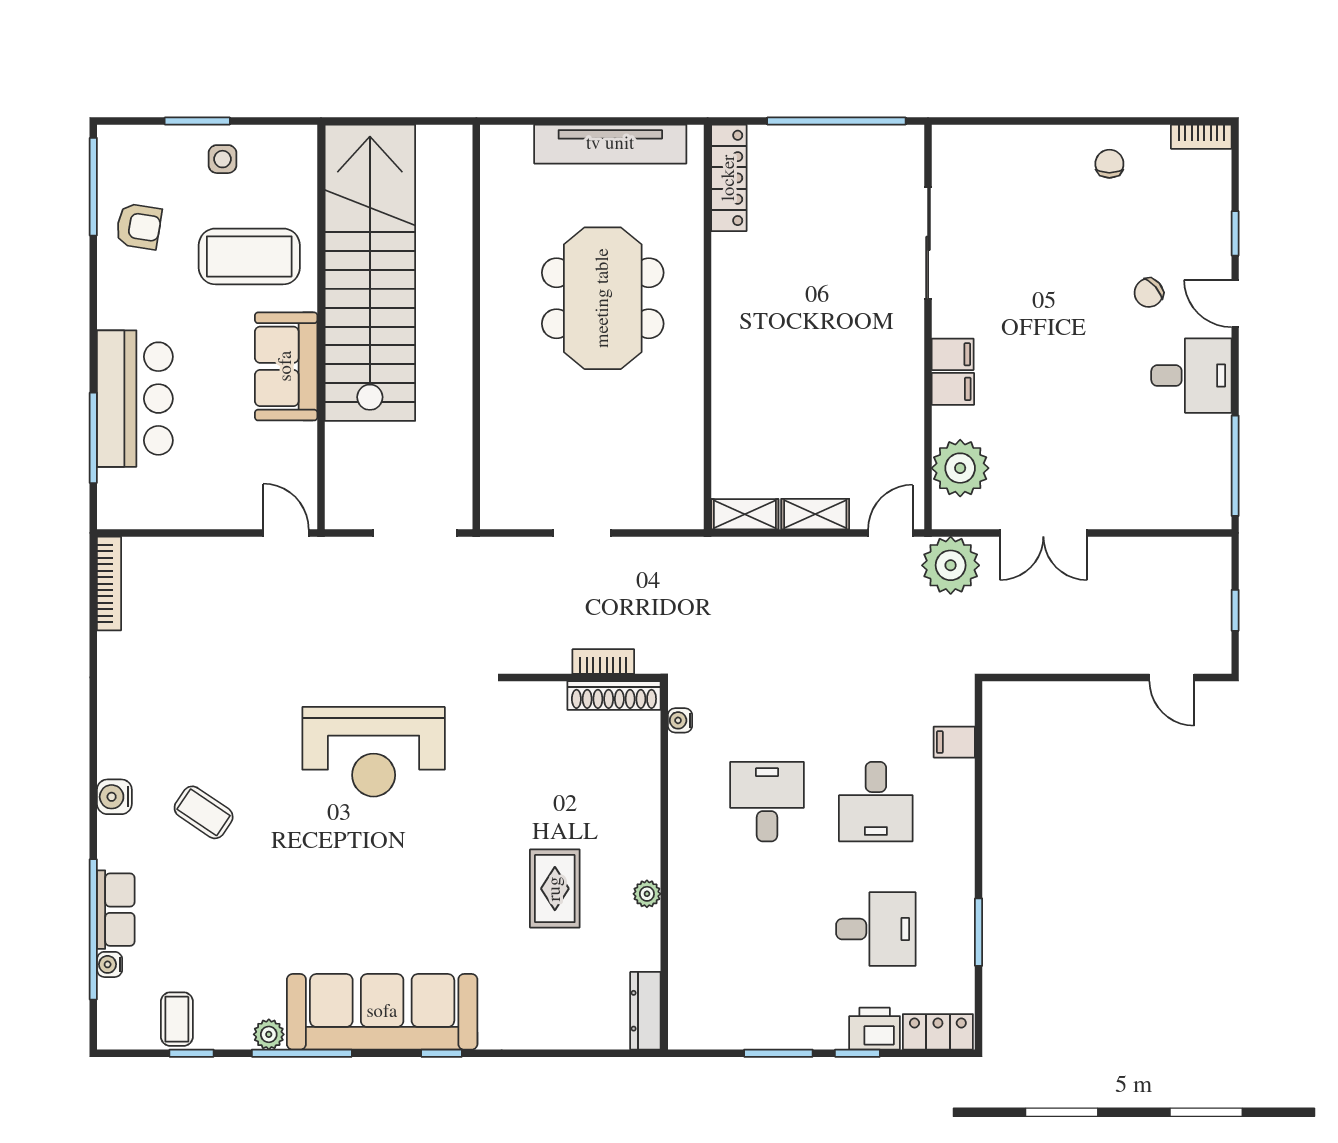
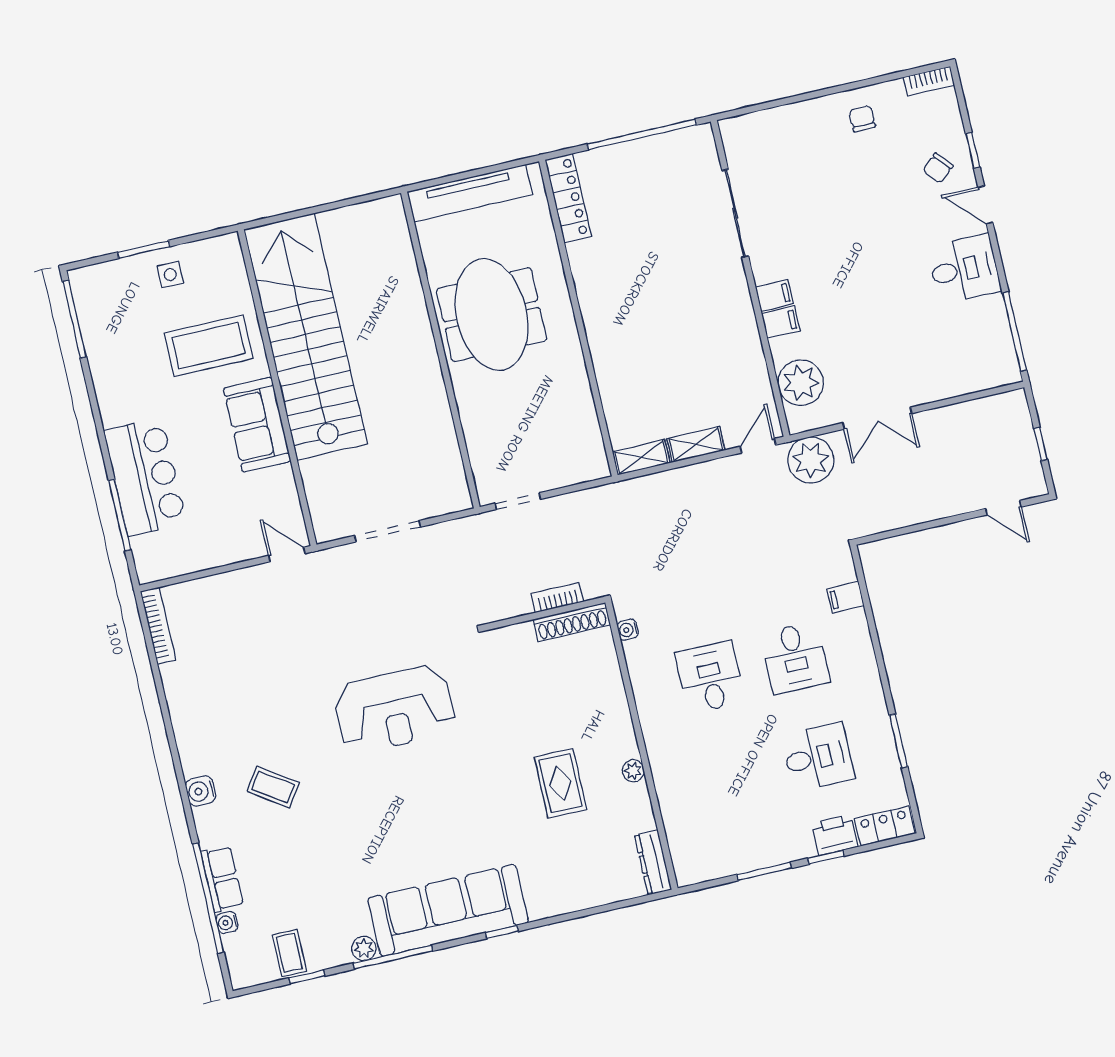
armchair: (139, 226) -> (117, 342), removed
chair: (1149, 293) -> (938, 168), moved
wall: (476, 327) -> (440, 350), moved

